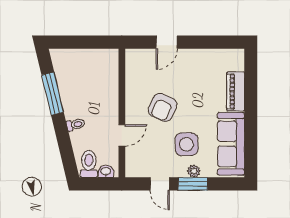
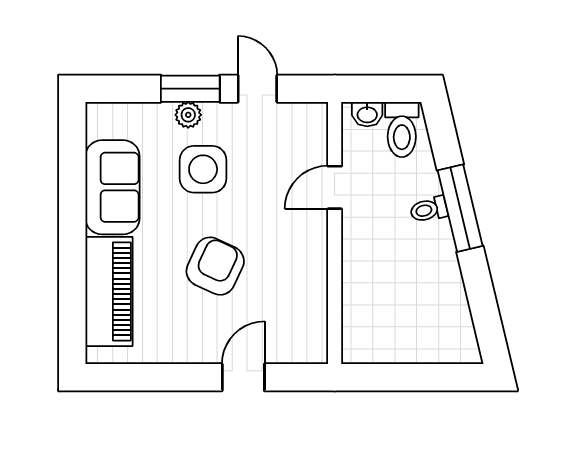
piano: (236, 91) -> (109, 291), width x1.37, depth x1.33
window: (53, 94) -> (460, 208), moved
armchair: (163, 107) -> (215, 266), moved
sofa: (231, 144) -> (112, 187), width x0.73

